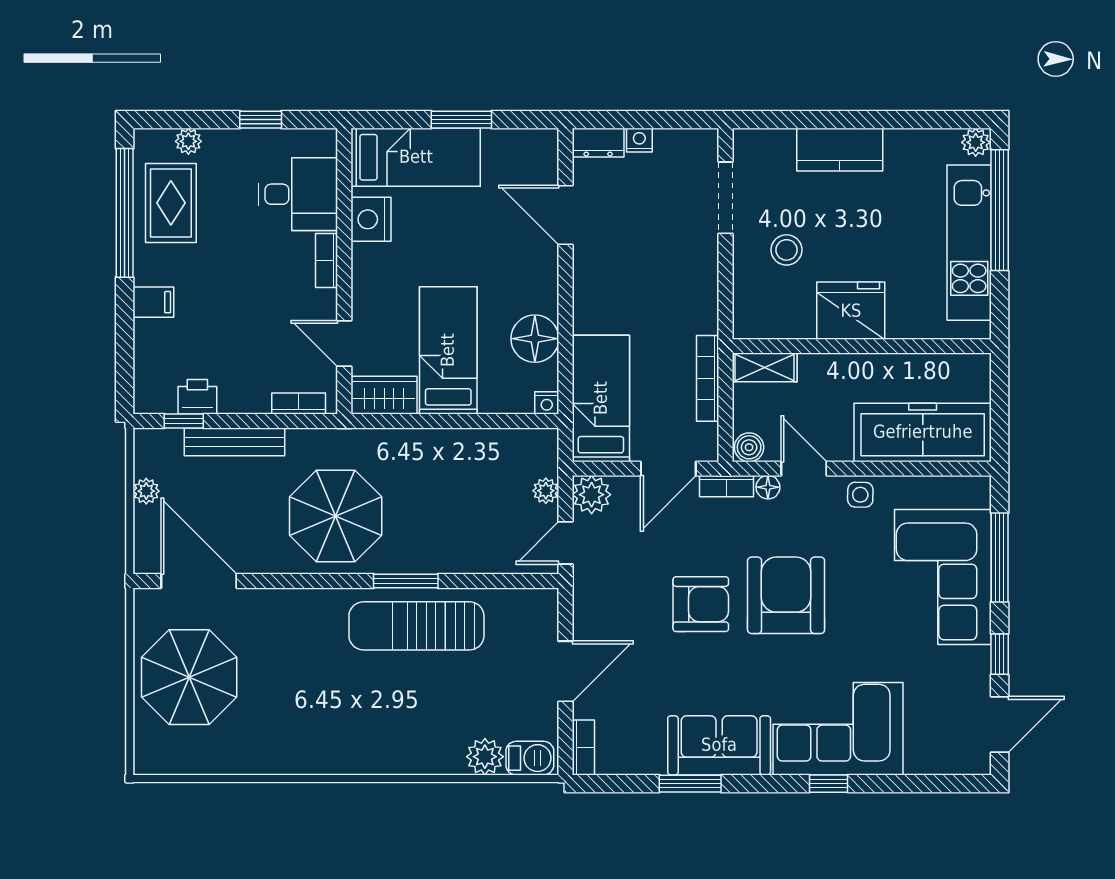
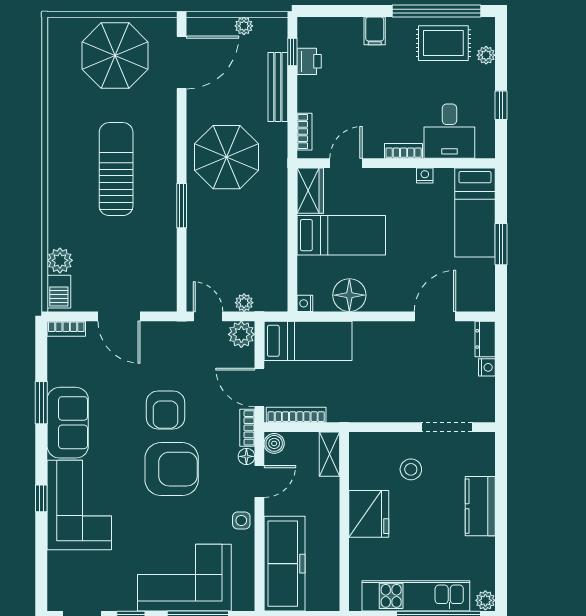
nightstand: (371, 219) -> (425, 175), width x0.53, depth x0.56
bookcase: (708, 378) -> (296, 415), moved
sun lounger: (416, 626) -> (116, 169), moved

